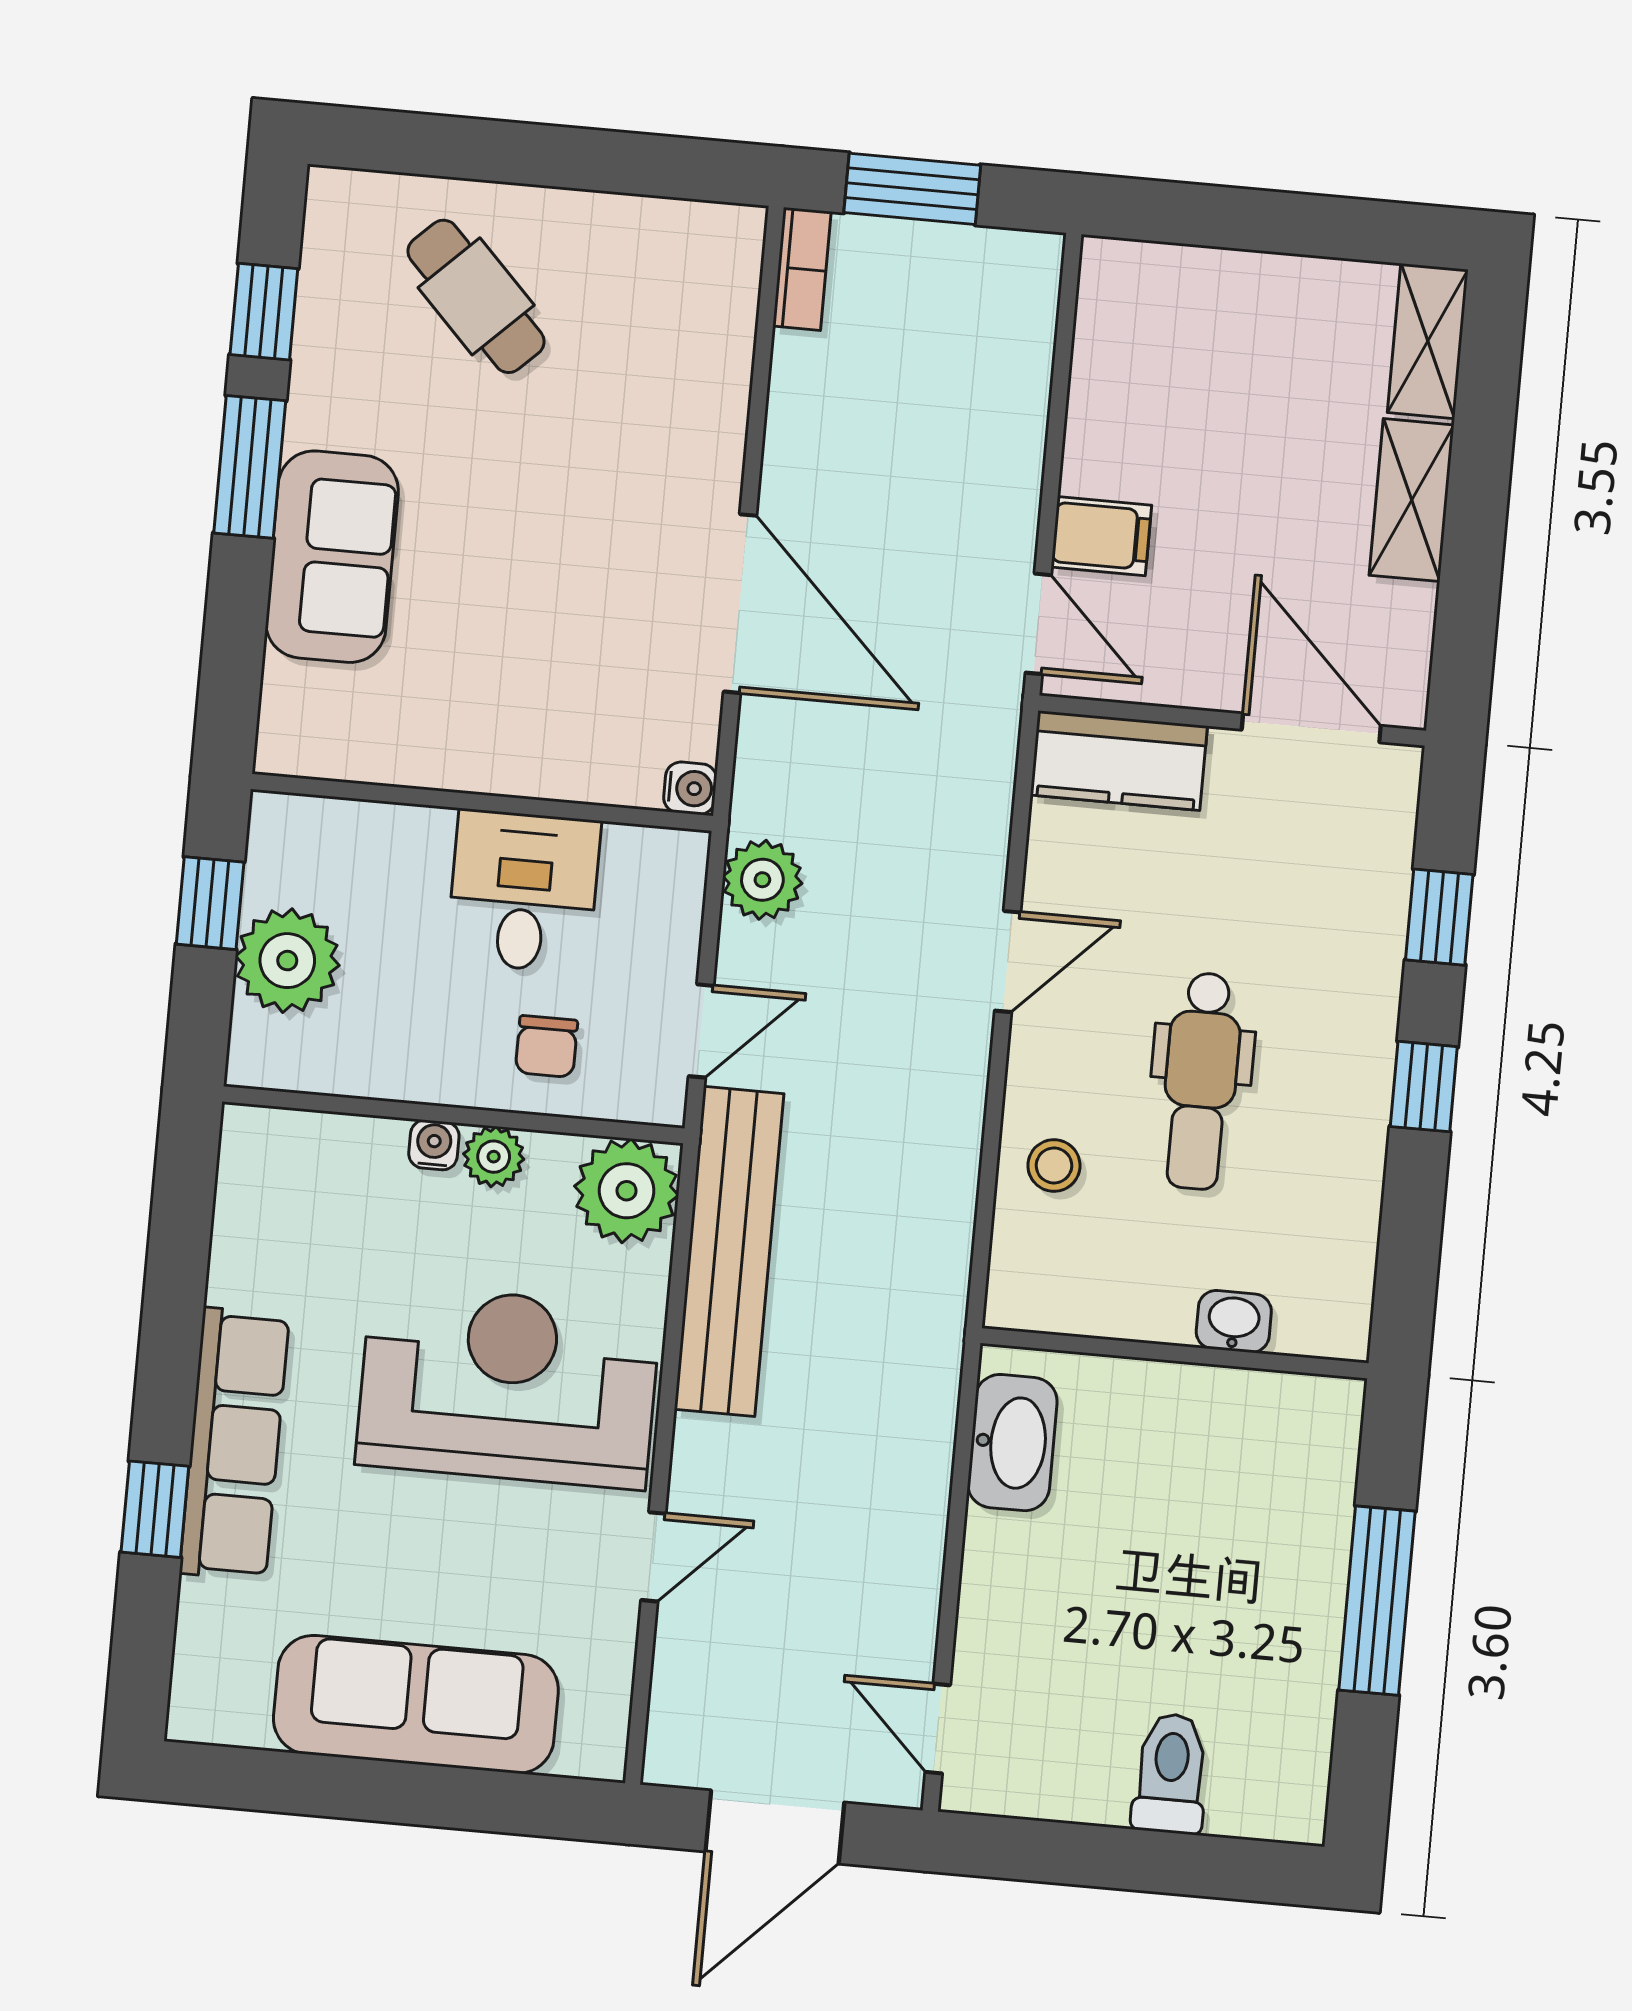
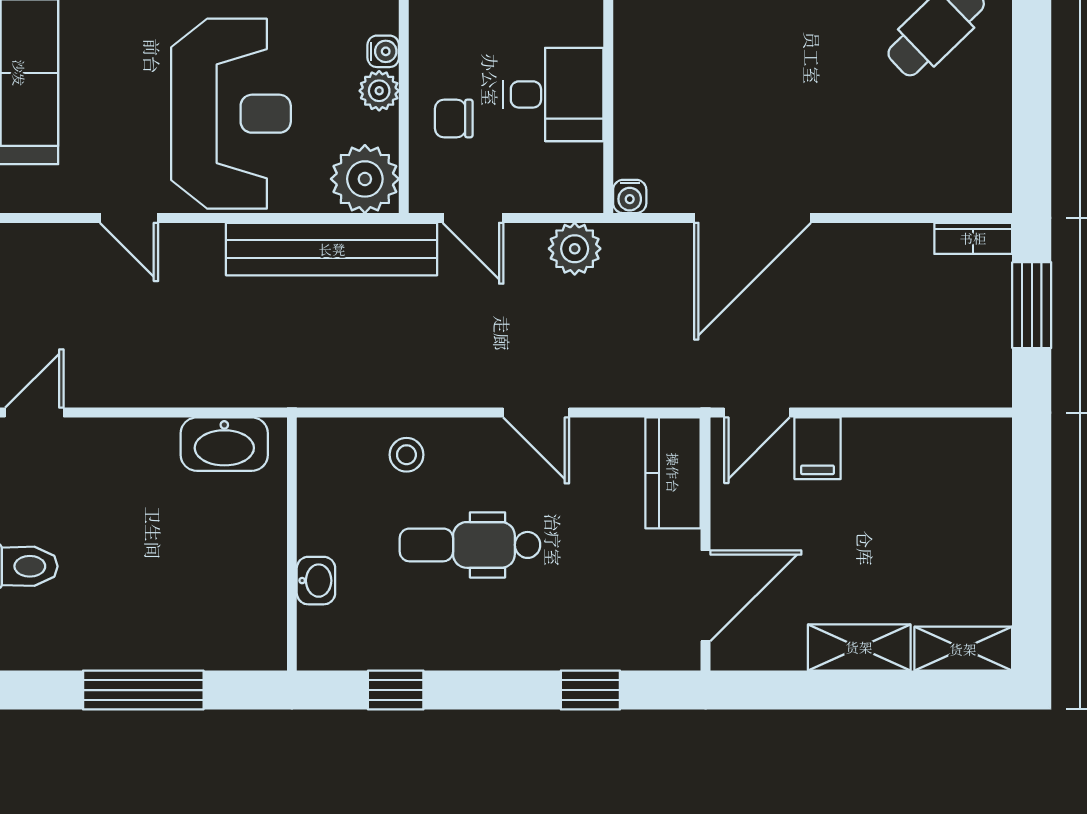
window: (1424, 1087) -> (396, 690), moved

